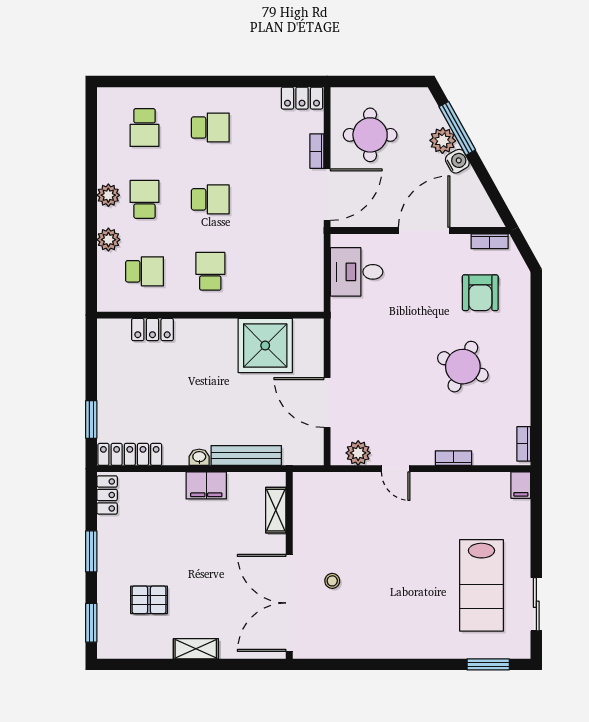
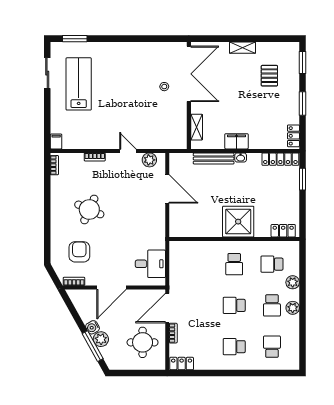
locker: (152, 330) -> (283, 231), moved
shower: (265, 346) -> (238, 222), moved
pallet: (149, 600) -> (269, 76), turned 90

